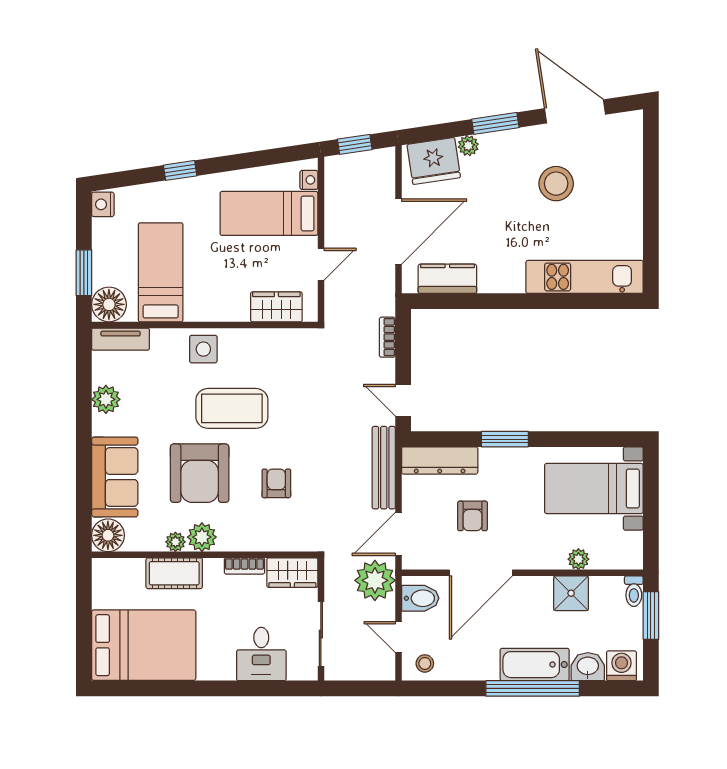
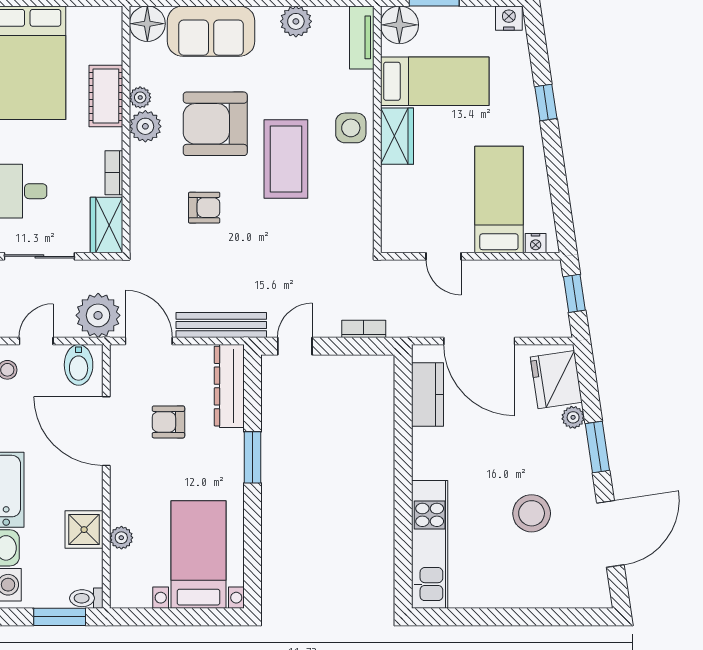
wardrobe: (276, 307) -> (397, 136), moved

